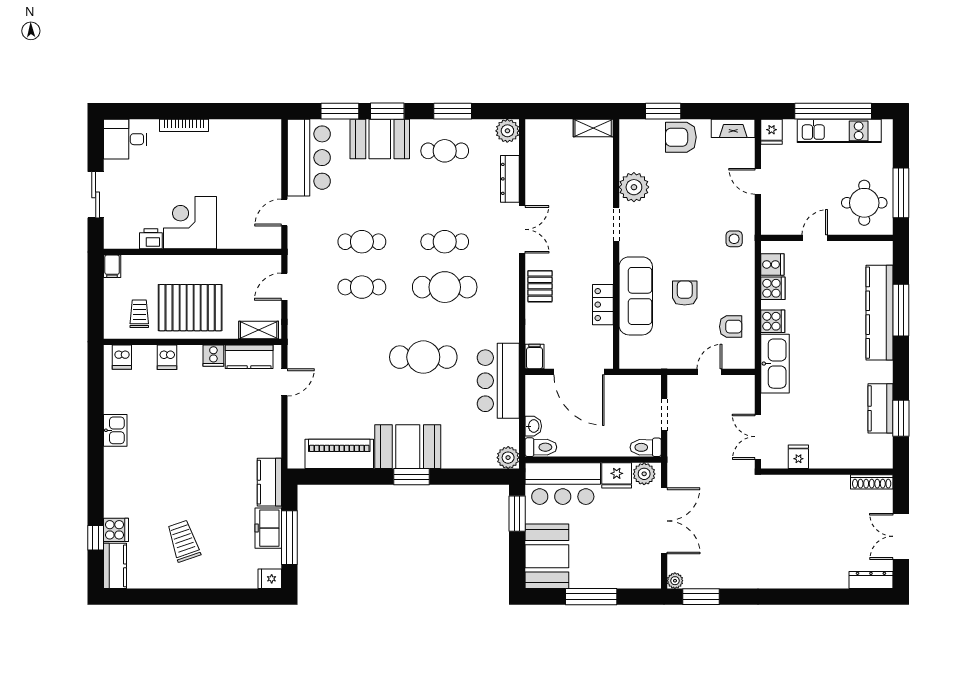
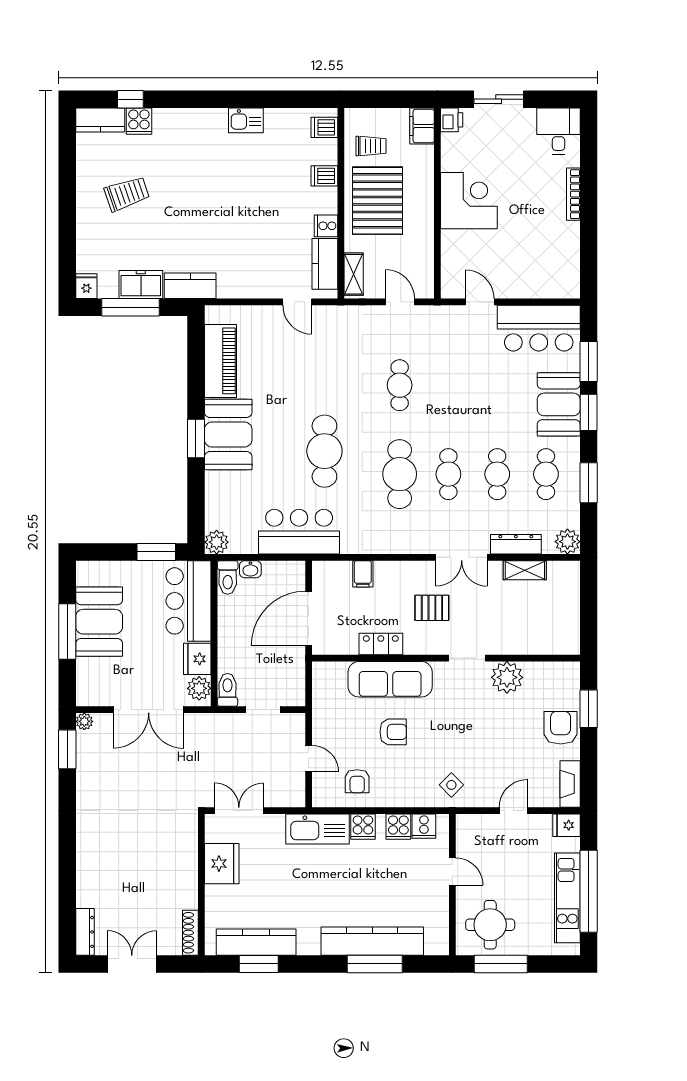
shelving: (593, 128) -> (525, 570), moved, turned 90
printer: (151, 239) -> (452, 120), moved
side table: (734, 239) -> (451, 785), turned 45
cafe table: (362, 242) -> (497, 474), moved
filing cabinet: (112, 266) -> (422, 126), width x2.00
pallet: (540, 286) -> (432, 608), moved
filing cabinet: (534, 356) -> (363, 574), moved, turned 90
kitchen counter: (880, 408) -> (256, 942), width x1.50
fridge: (798, 457) -> (222, 864), width x1.88, depth x1.34
booth: (547, 556) -> (99, 622), moved, turned 90

